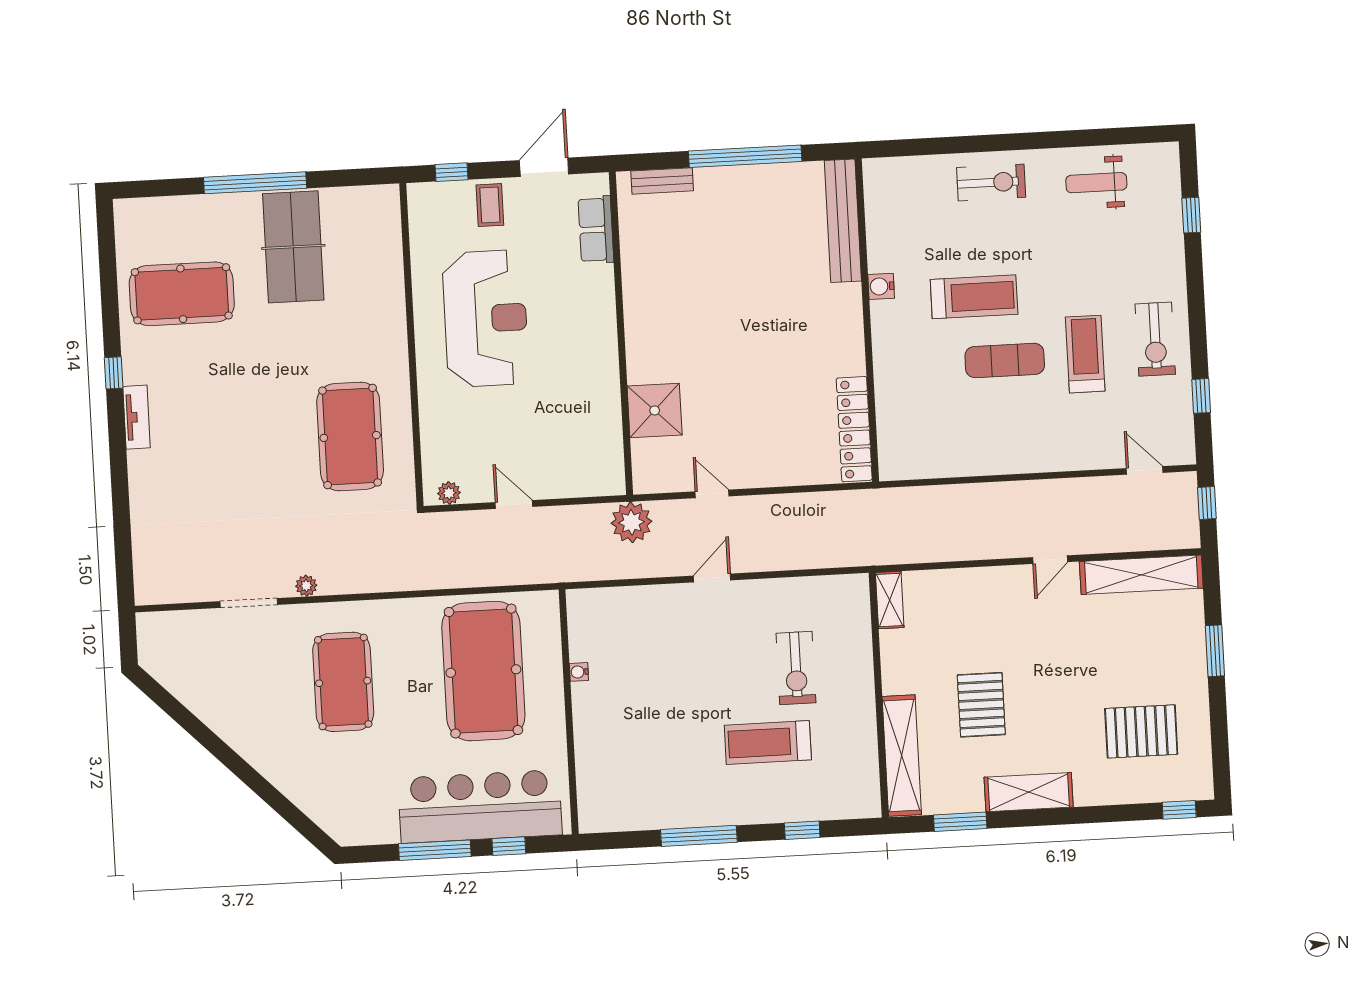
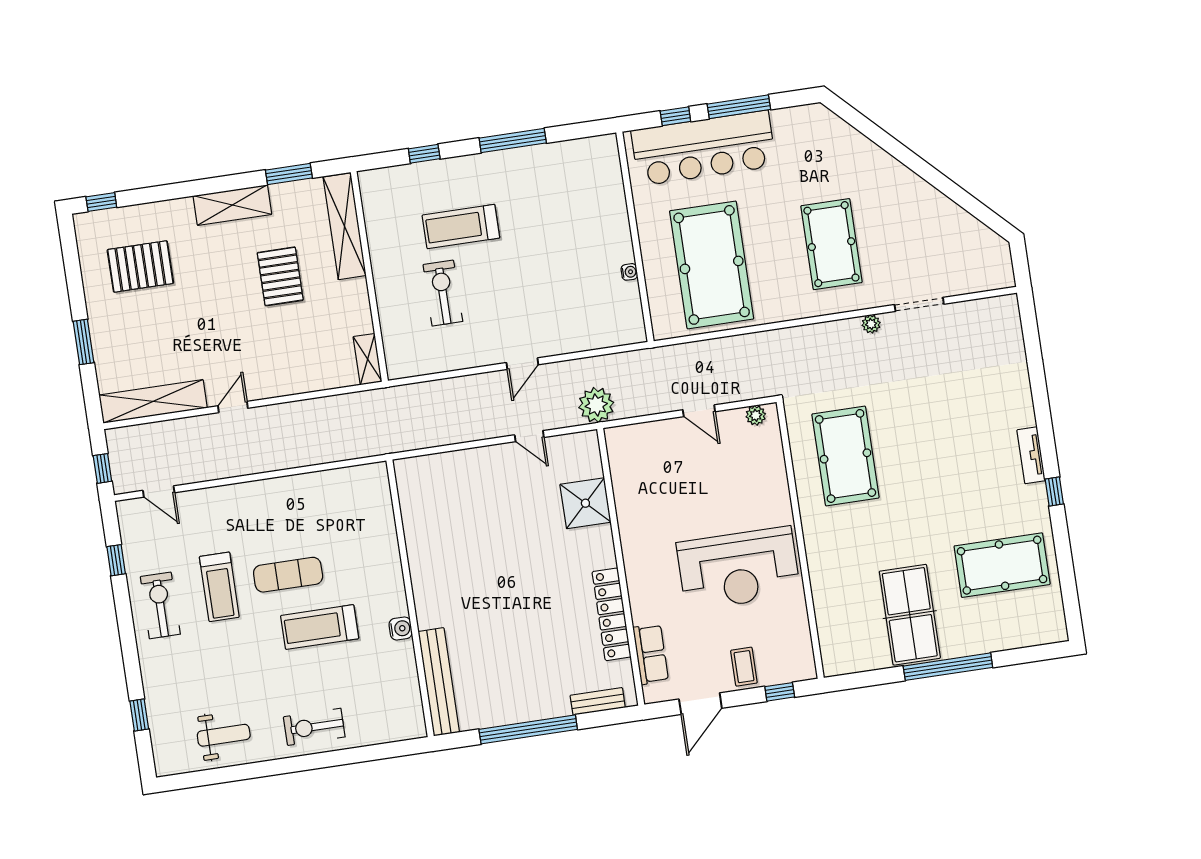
reception desk: (486, 319) -> (738, 569), turned -90
locker: (854, 429) -> (612, 614), moved, turned 180
treadmill: (768, 743) -> (461, 227), turned 180

